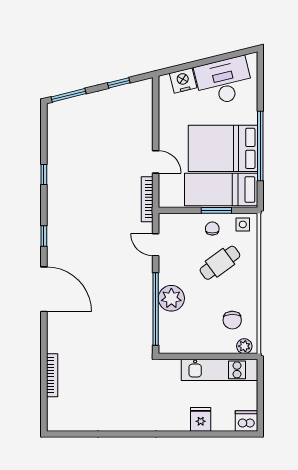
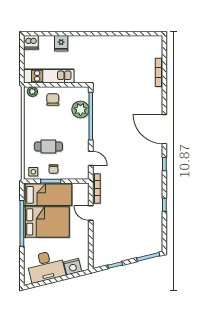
cafe table: (220, 263) -> (48, 147), turned 36
plant: (171, 298) -> (80, 109), moved
chair: (232, 320) -> (53, 99), moved

